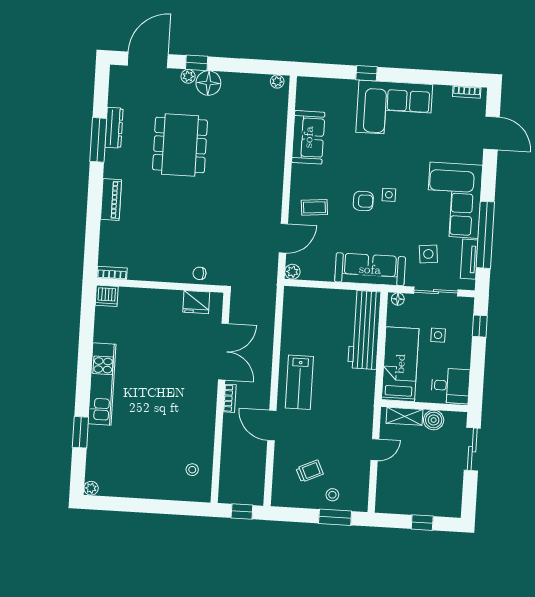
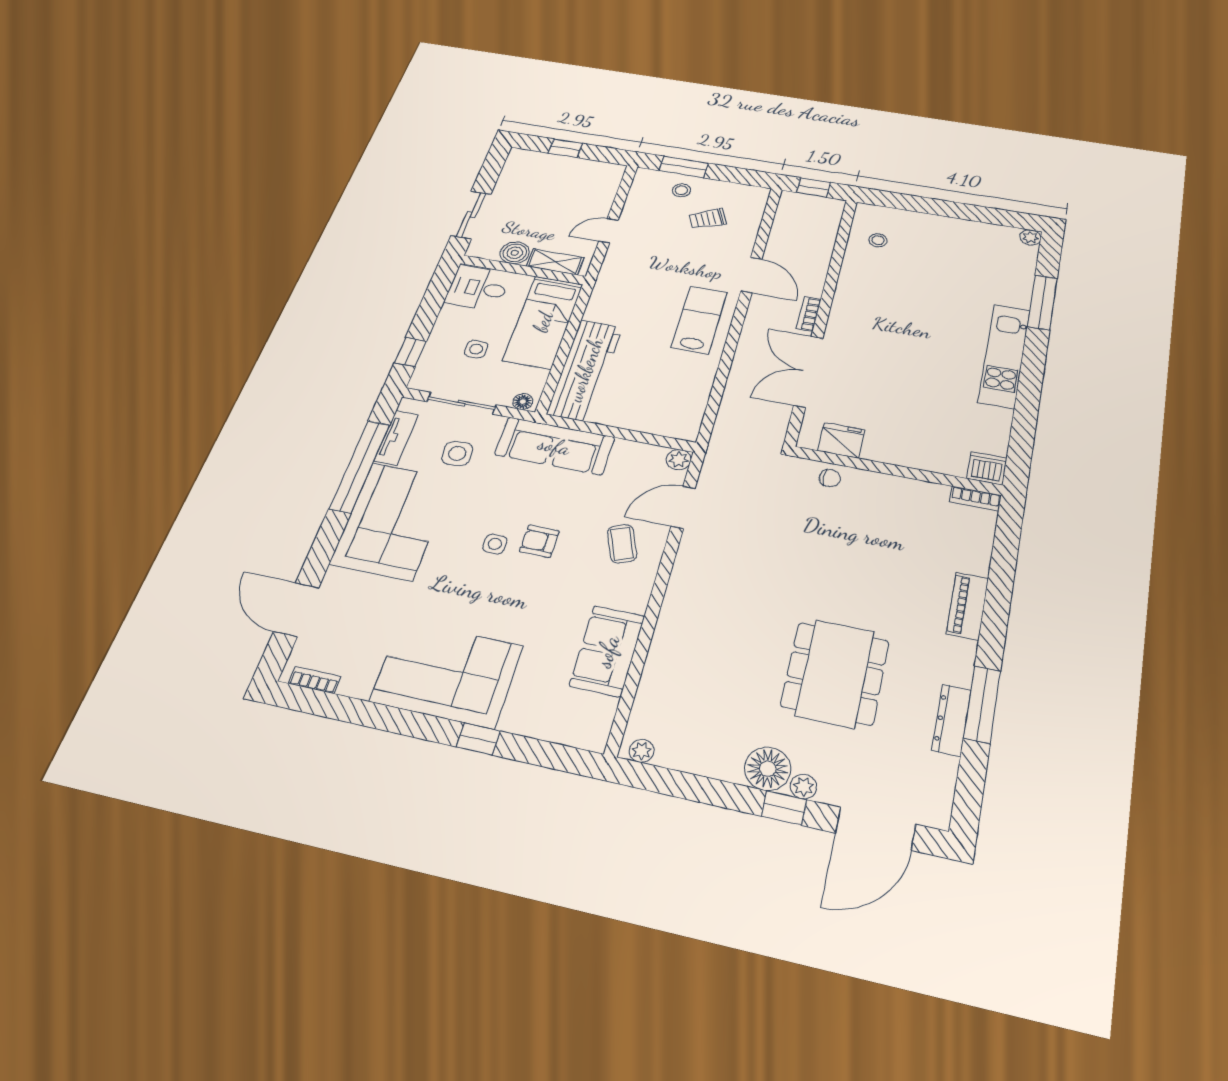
coffee table: (314, 207) -> (622, 544), turned 73
window: (80, 432) -> (1042, 302), width x1.44

